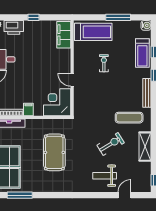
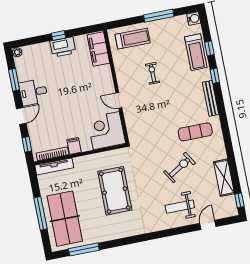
printer: (14, 27) -> (63, 47), moved
treadmill: (93, 32) -> (133, 39), width x0.73, depth x0.73
shelving: (145, 147) -> (224, 178), moved

